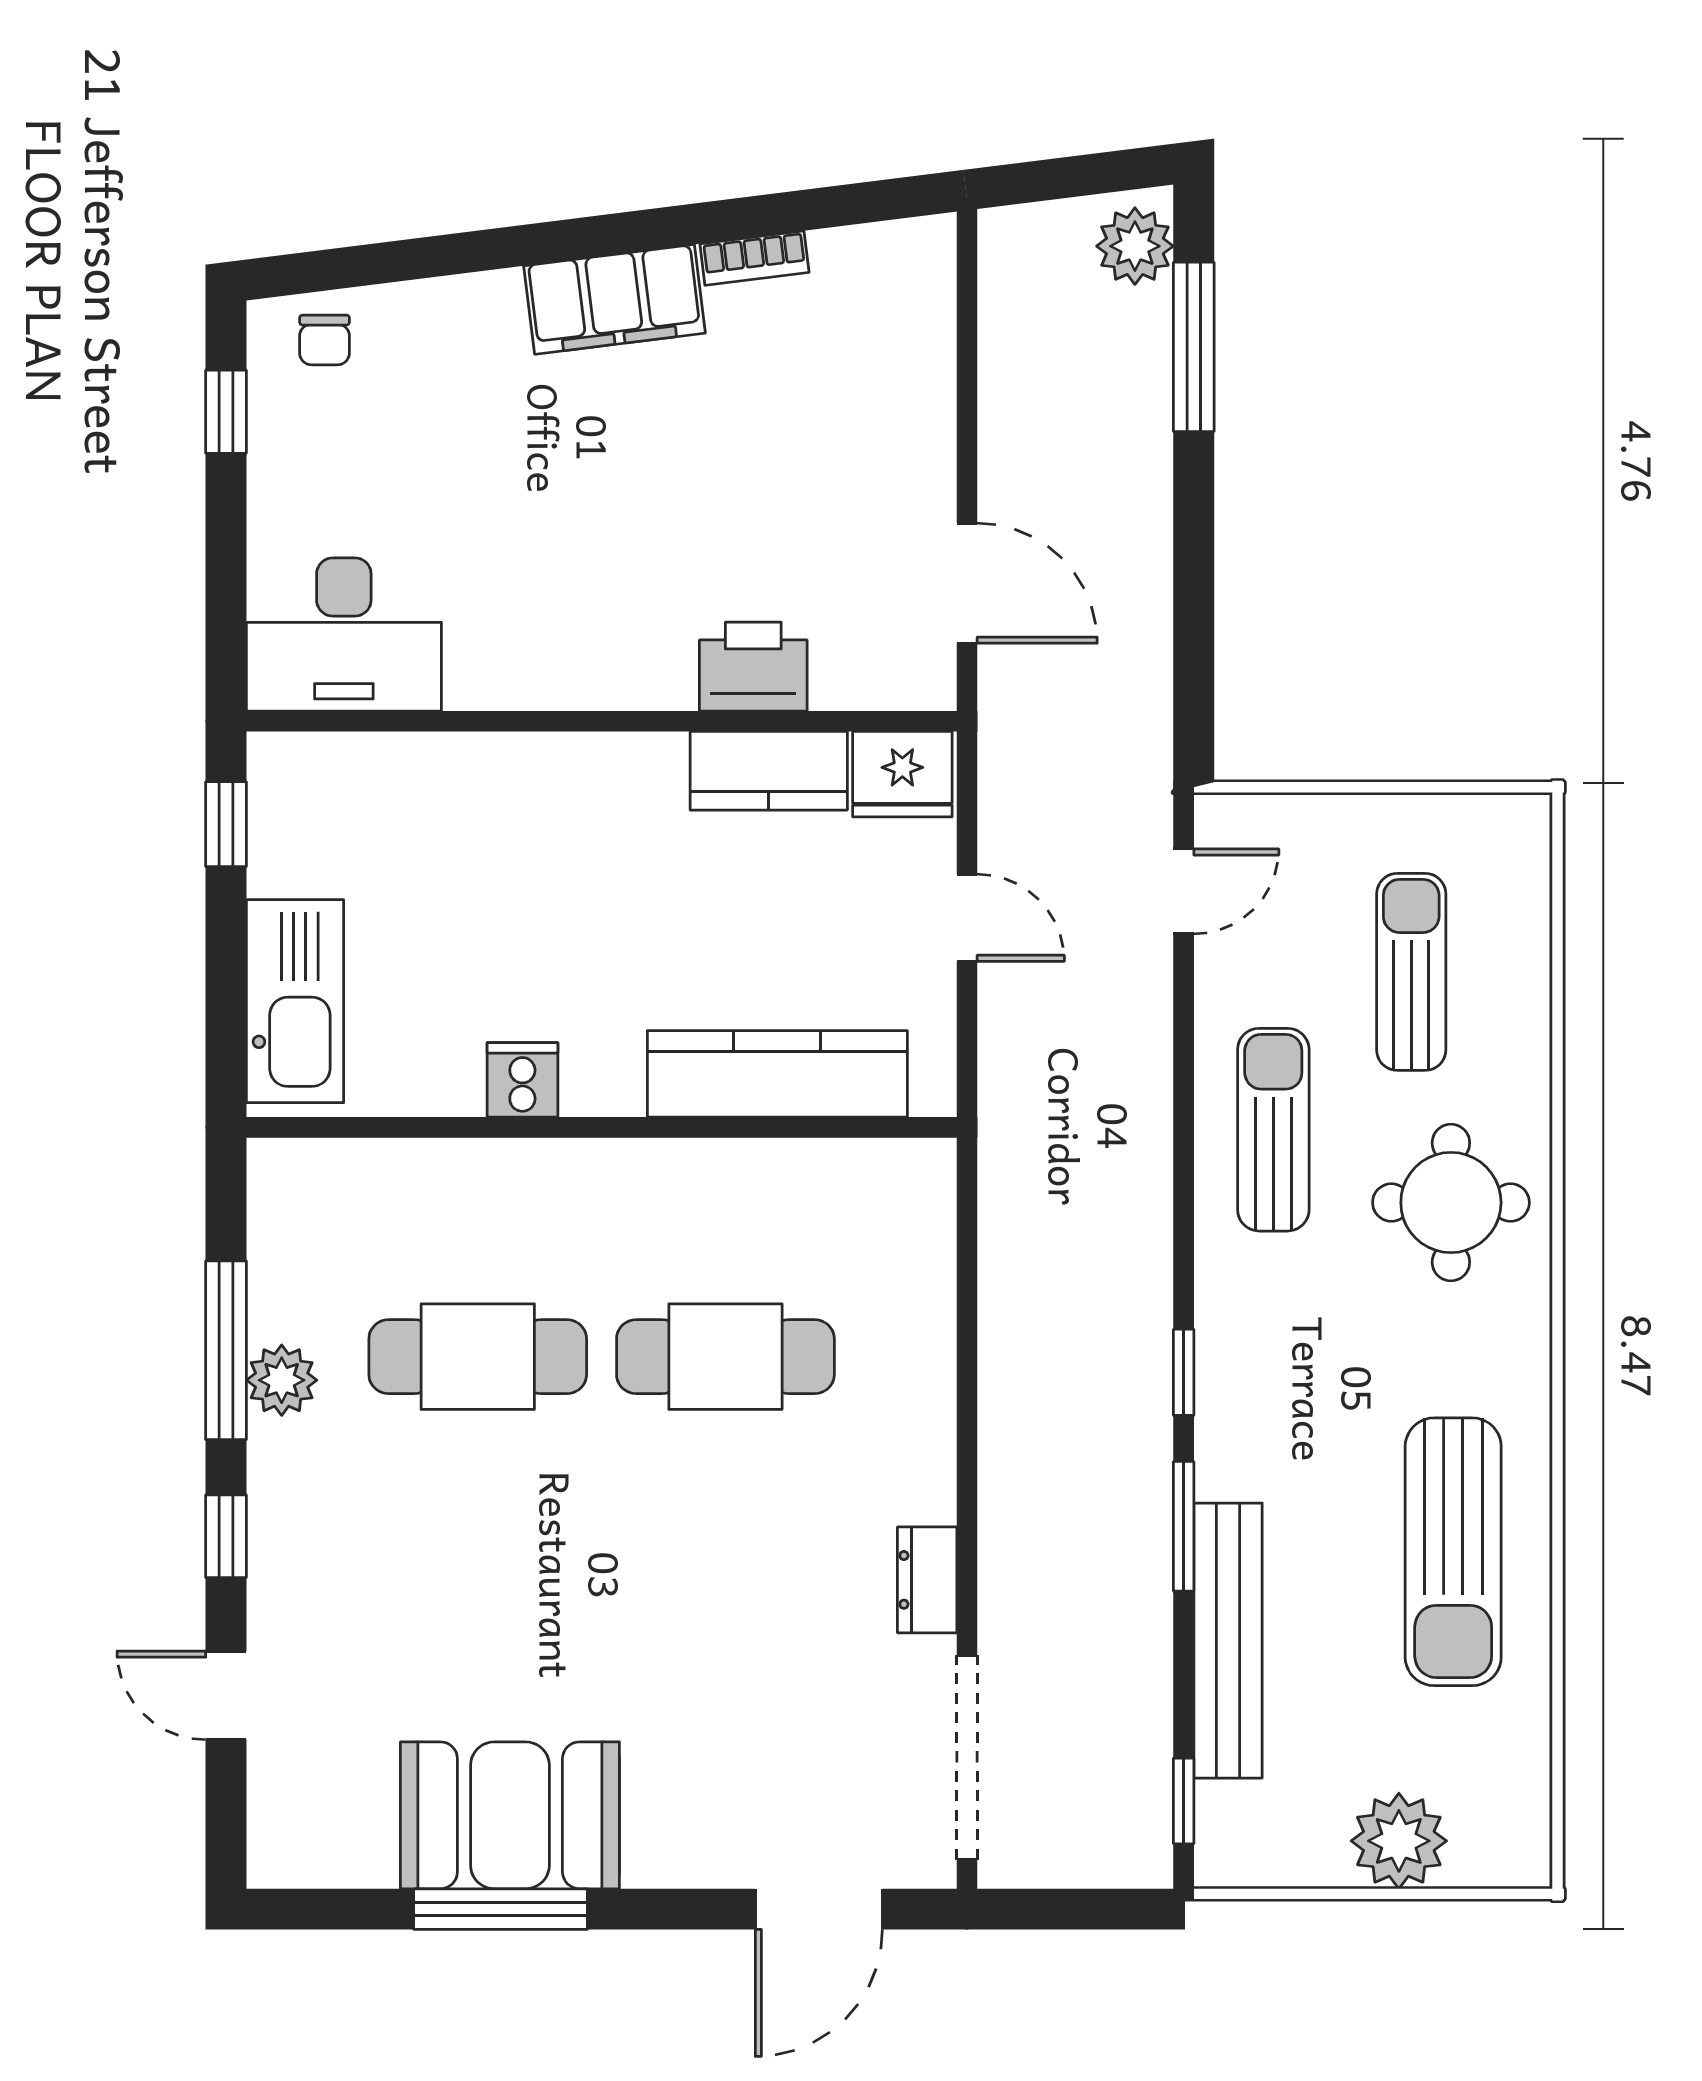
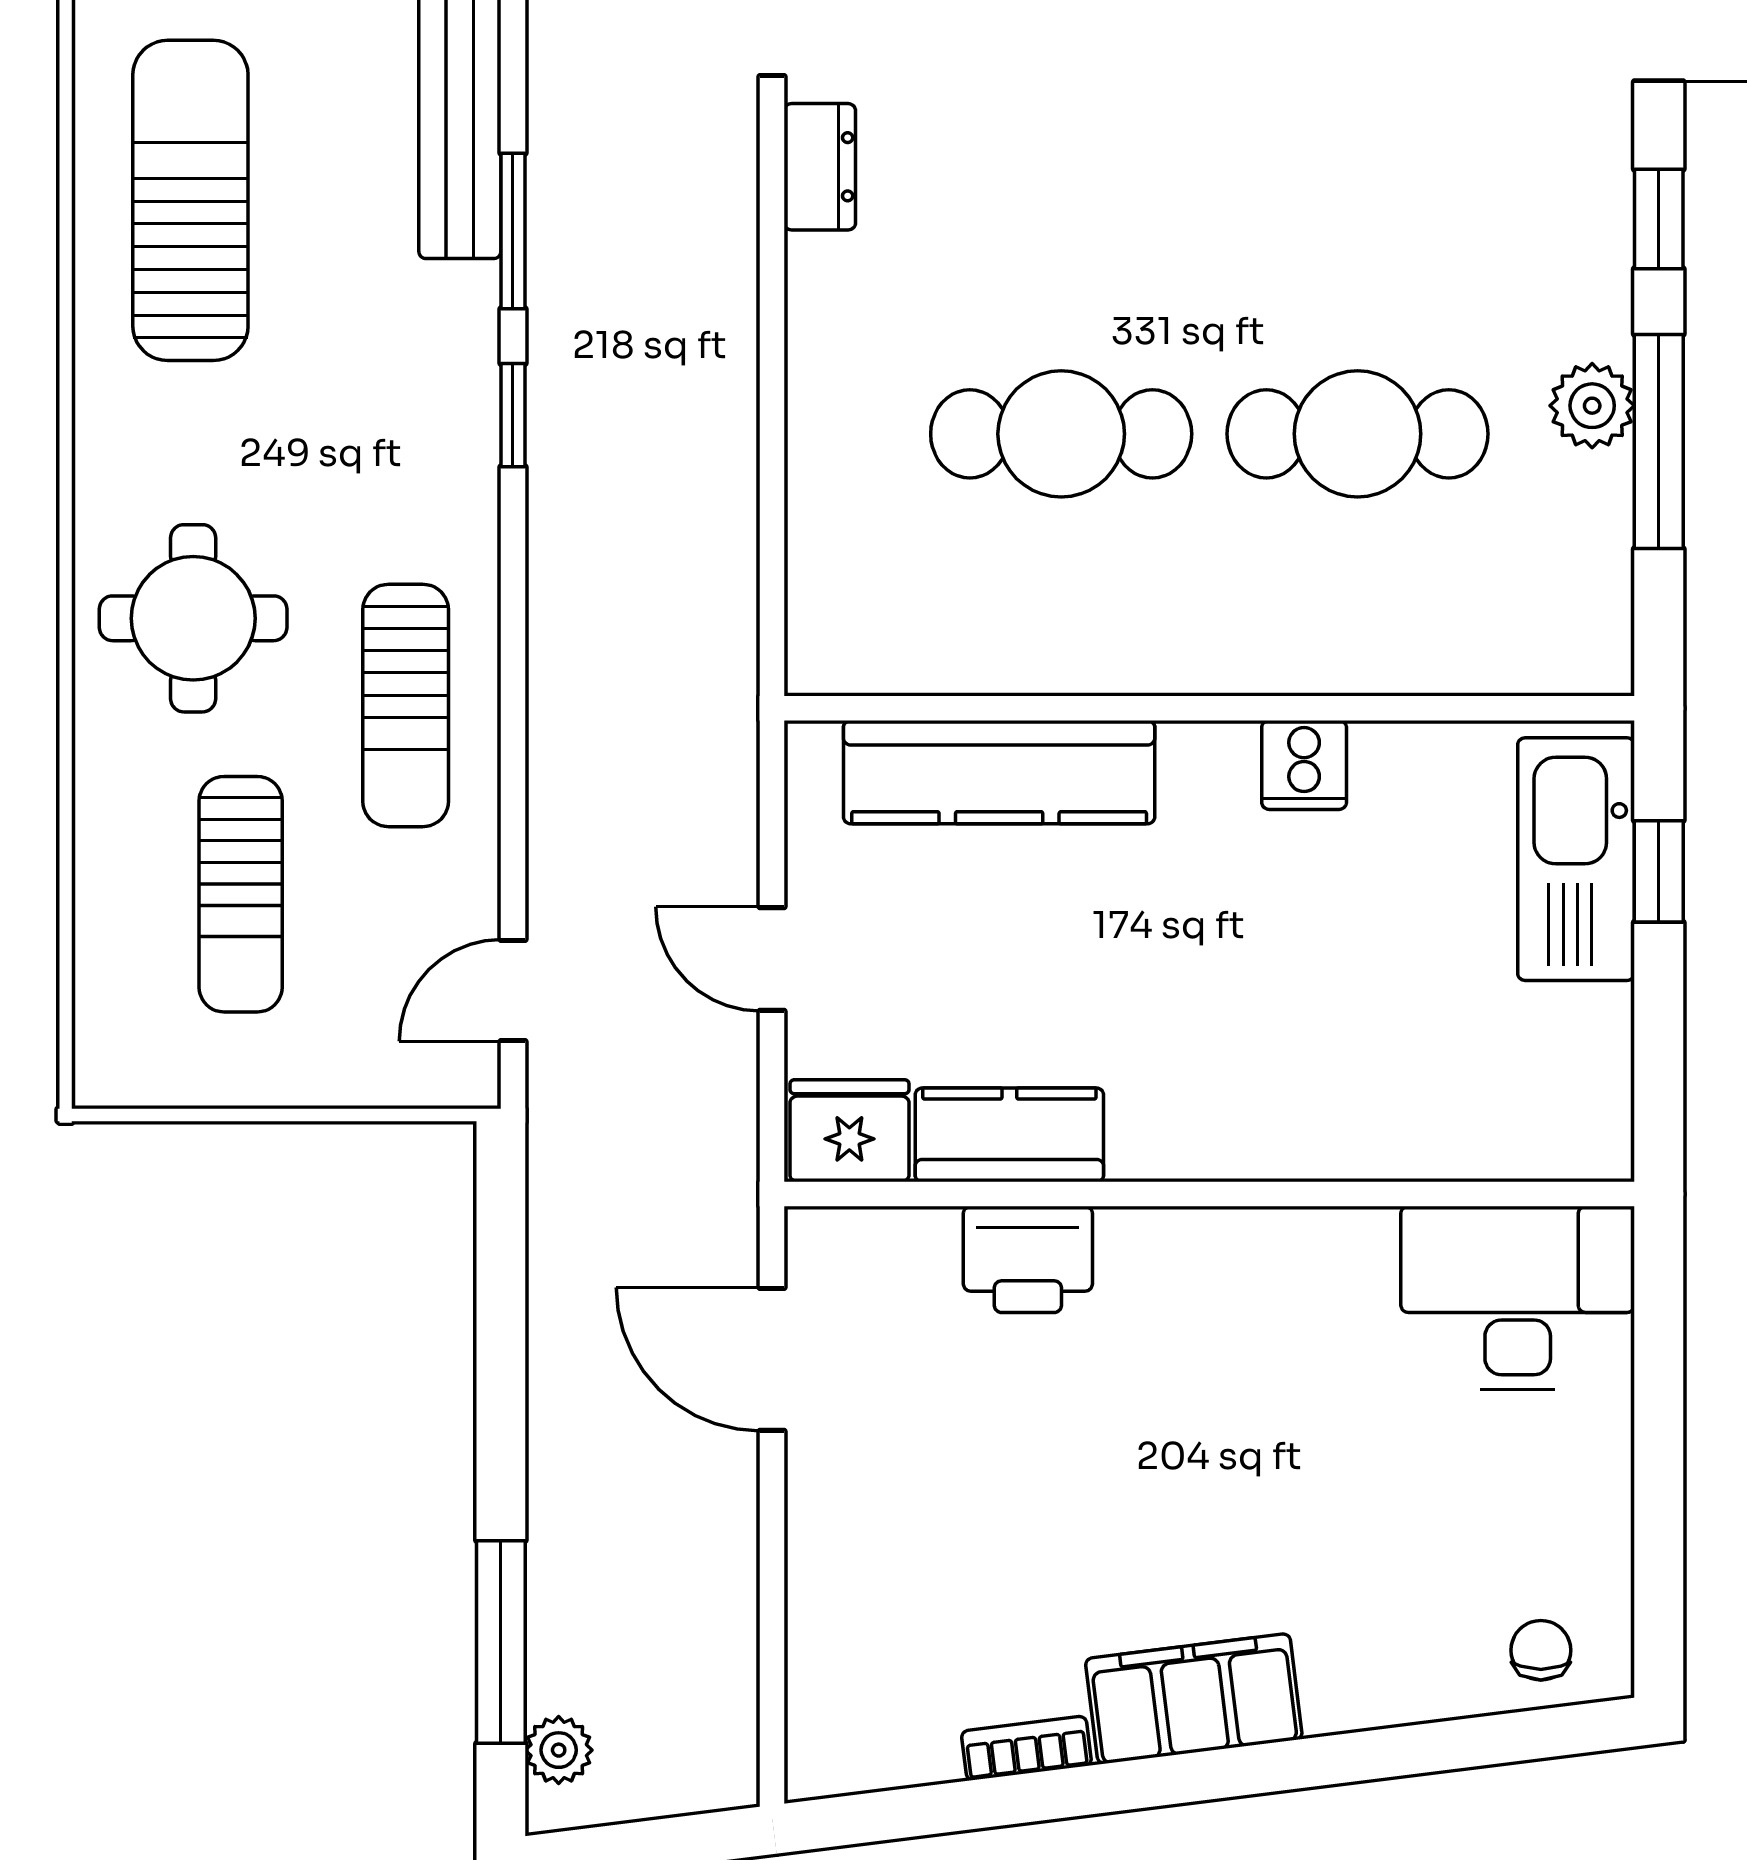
plant: (1135, 246) -> (559, 1750), width x0.73, depth x0.73
window: (226, 412) -> (1659, 1564), removed
window: (226, 824) -> (1659, 871), moved

